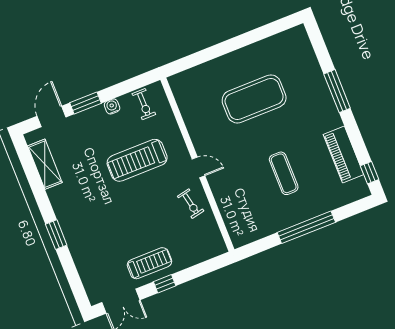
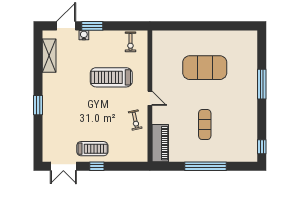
water cooler: (112, 106) -> (84, 35), moved
piano: (343, 155) -> (160, 143), moved, turned 180

